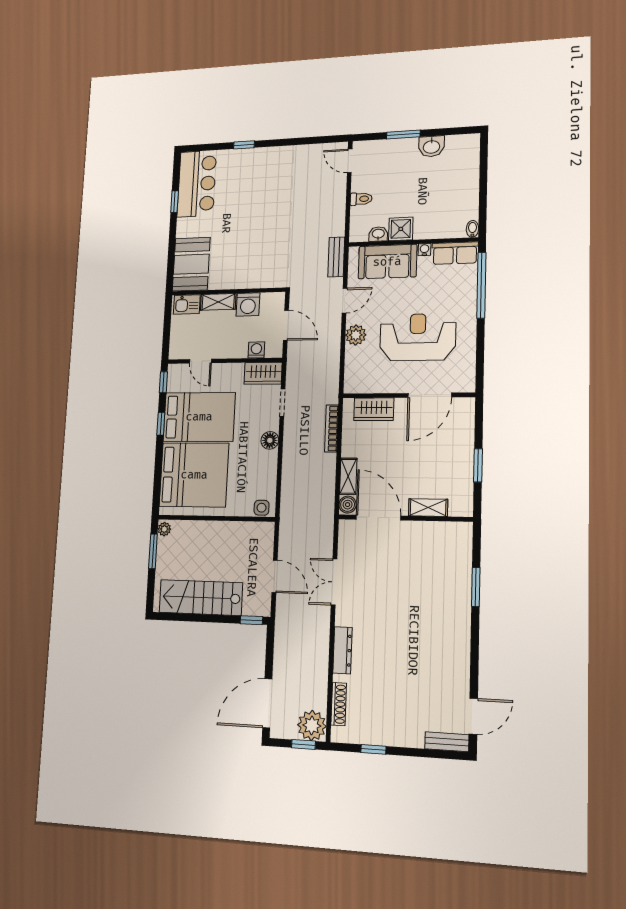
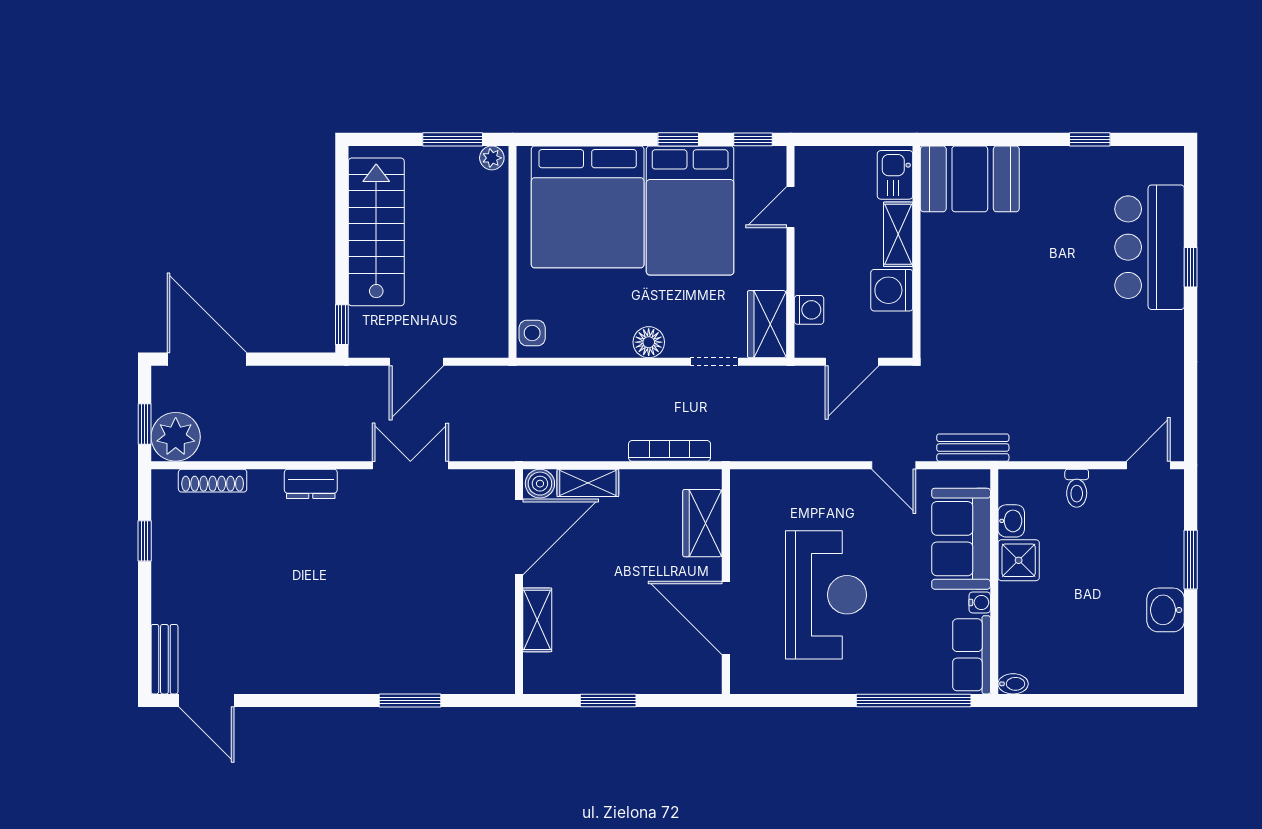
bar counter: (197, 184) -> (1150, 247), moved, turned 90
plant: (356, 335) -> (832, 487), removed
dresser: (342, 650) -> (311, 484), width x0.70

